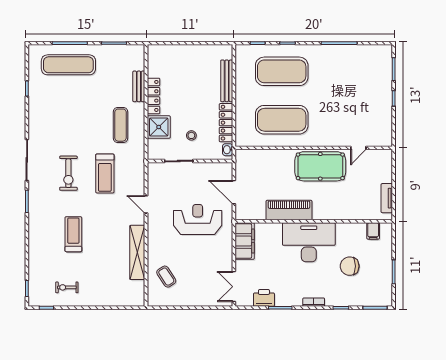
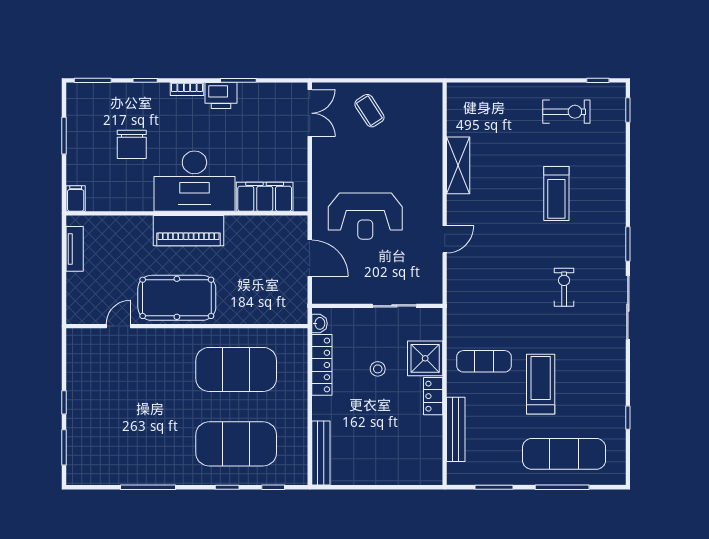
bench: (227, 81) -> (321, 453), moved
bench: (139, 86) -> (456, 429), width x1.36
locker: (154, 96) -> (433, 396), width x0.66
exercise mat: (120, 125) -> (484, 361), turned 90
stool: (191, 135) -> (378, 369), moved
exercise bike: (68, 173) -> (564, 287), width x0.73, depth x0.72
treadmill: (105, 174) -> (541, 384), moved
door: (146, 204) -> (445, 239), hinge flipped
piano: (289, 210) -> (188, 231), moved
filing cabinet: (373, 231) -> (76, 199), moved
filing cabinet: (245, 241) -> (265, 197), moved, turned 90
shelving: (137, 252) -> (458, 165), width x0.68
chair: (350, 266) -> (132, 144), turned 90
coffee table: (166, 277) -> (369, 111), moved
exercise bike: (67, 287) -> (566, 112), width x1.38, depth x1.39
printer: (264, 298) -> (221, 96), moved

